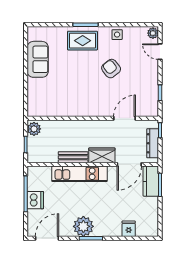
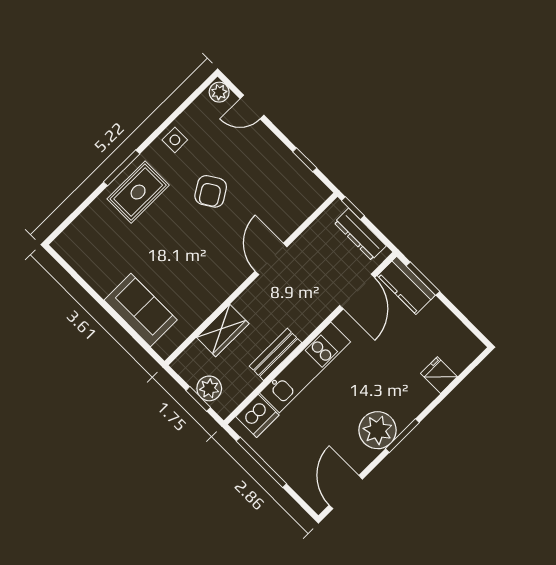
sofa: (38, 59) -> (141, 310), moved
armchair: (111, 69) -> (211, 191), turned -84
door: (125, 118) -> (271, 259), moved
plant: (34, 129) -> (209, 388), moved
wardrobe: (102, 155) -> (223, 331), moved, turned 180
dishwasher: (35, 200) -> (257, 416), moved, turned 90

